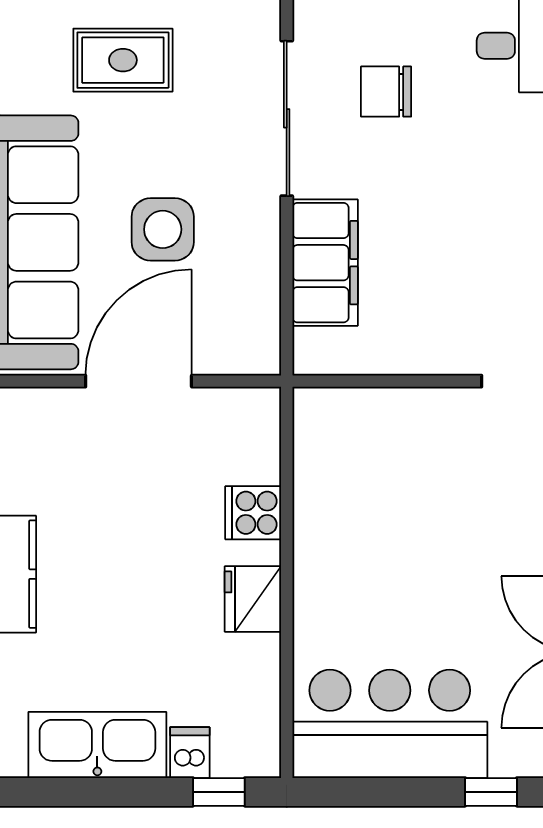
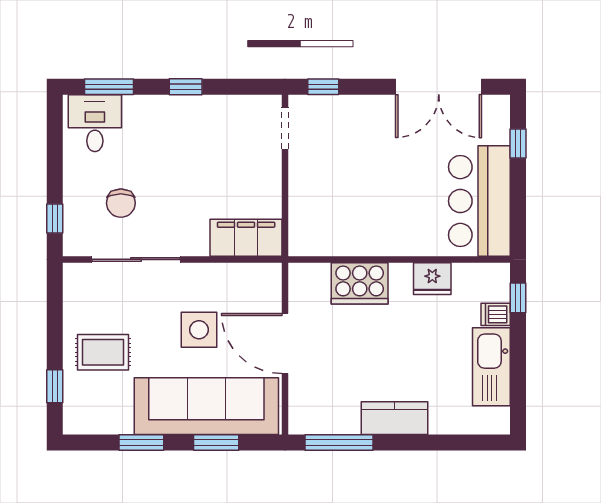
rug: (123, 60) -> (103, 352), turned 90
filing cabinet: (325, 263) -> (246, 238), moved
cooker: (253, 513) -> (360, 283), width x1.87, depth x1.31
fridge: (253, 599) -> (432, 279), moved

